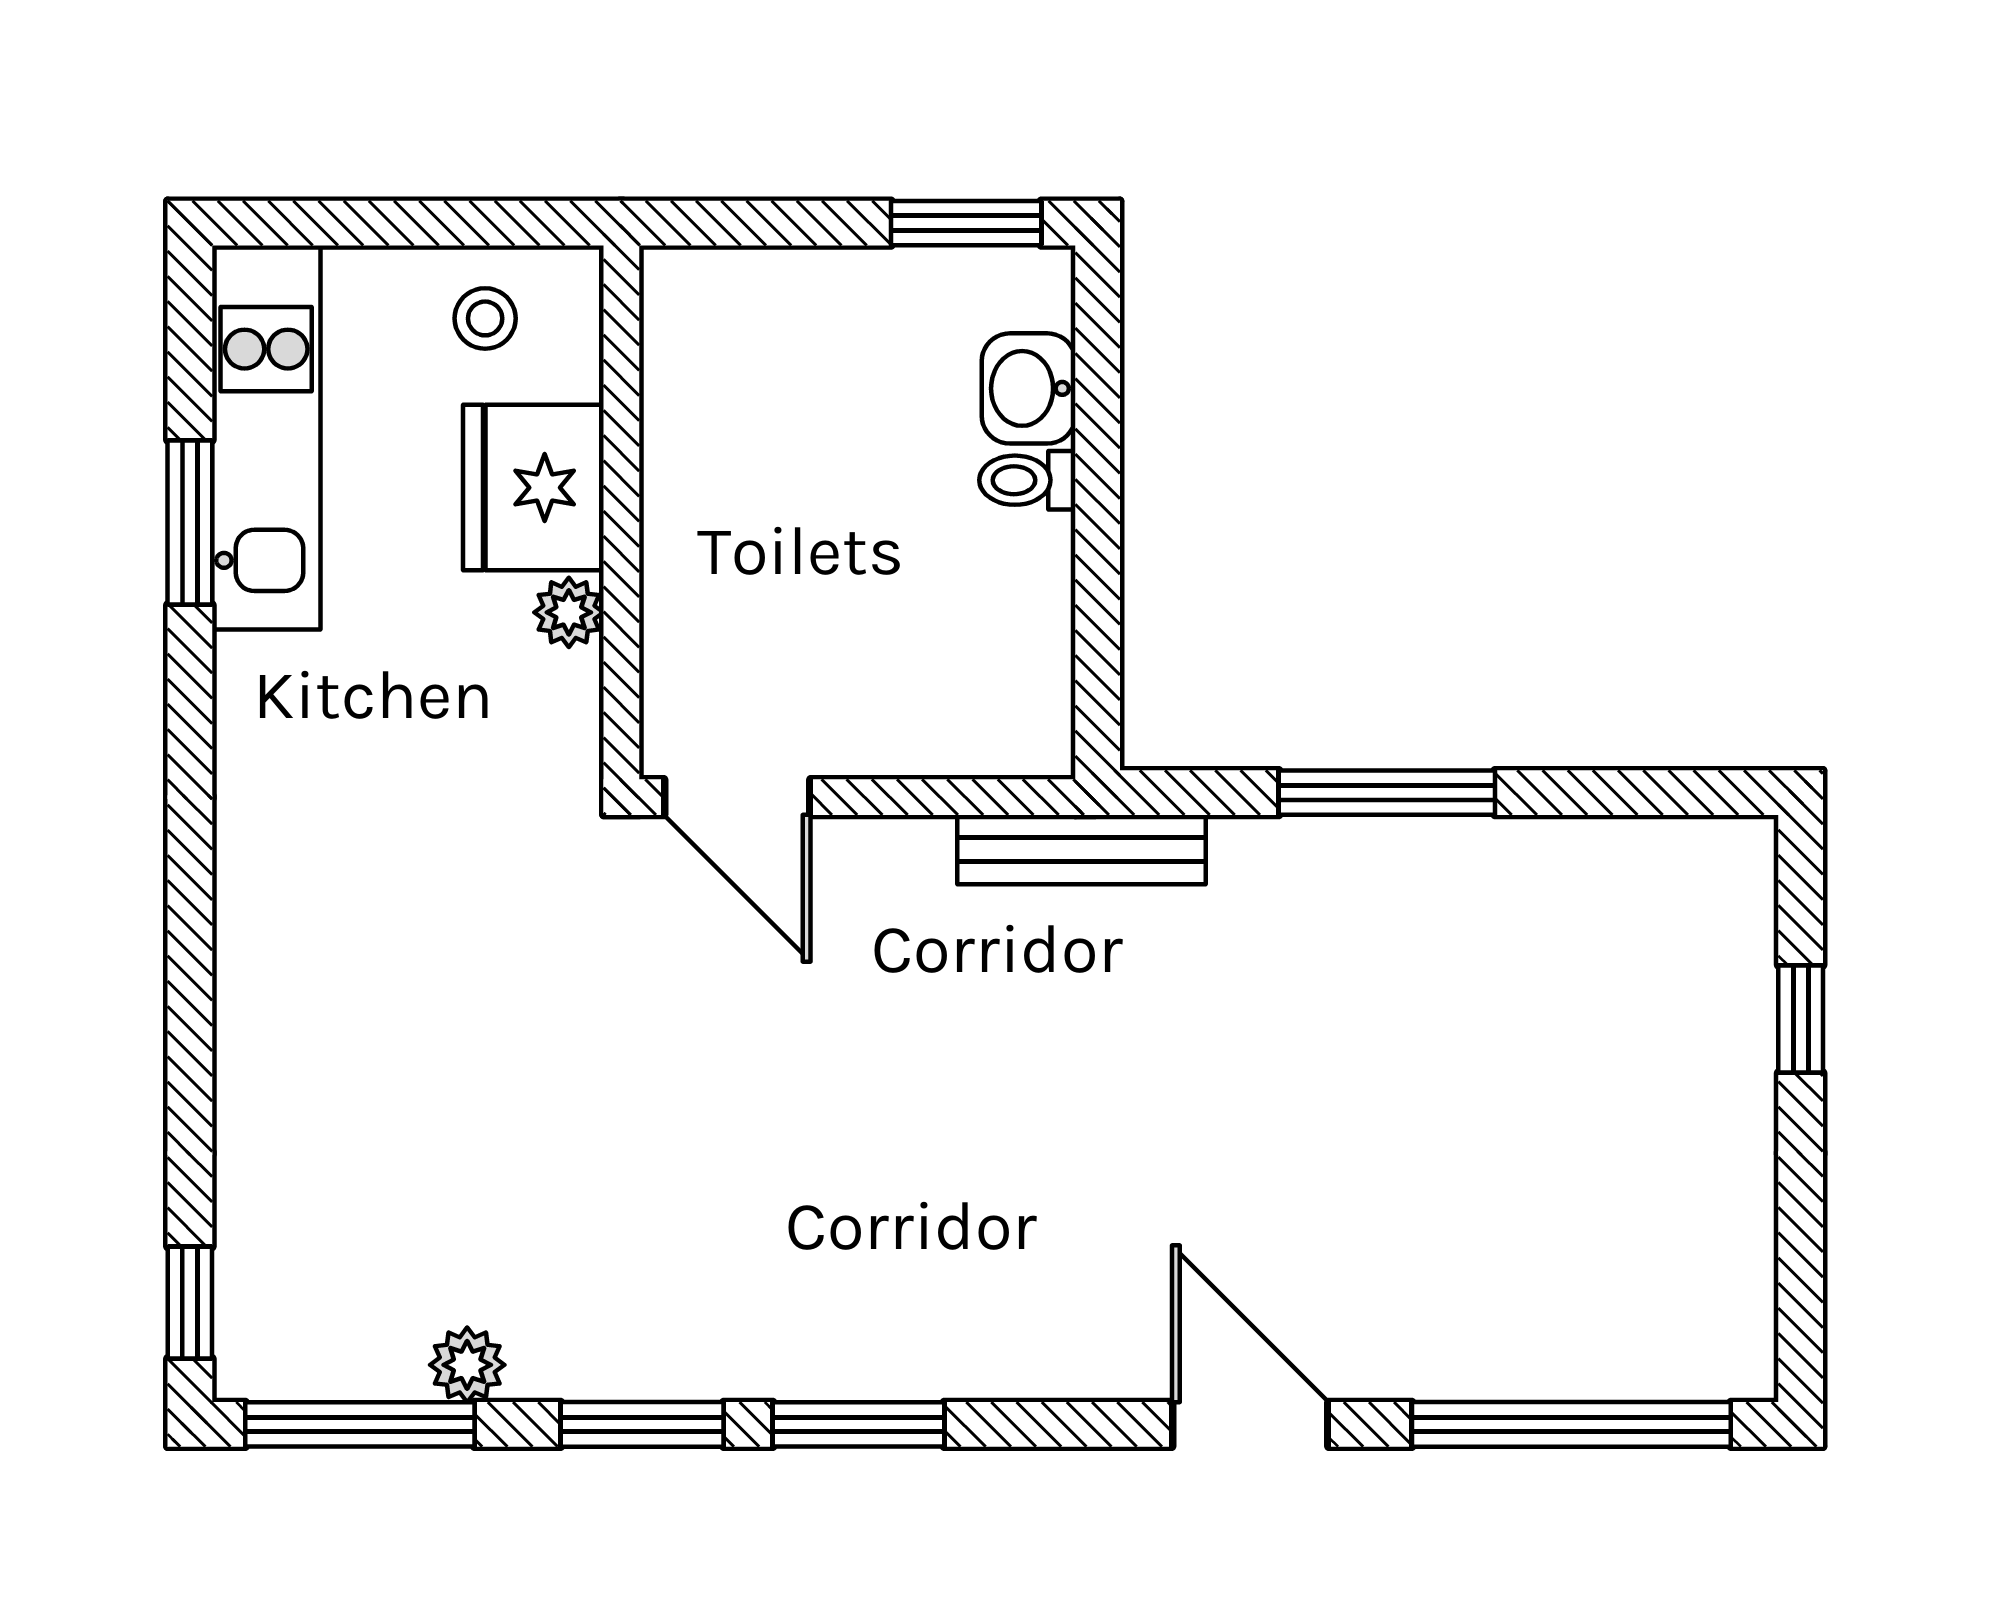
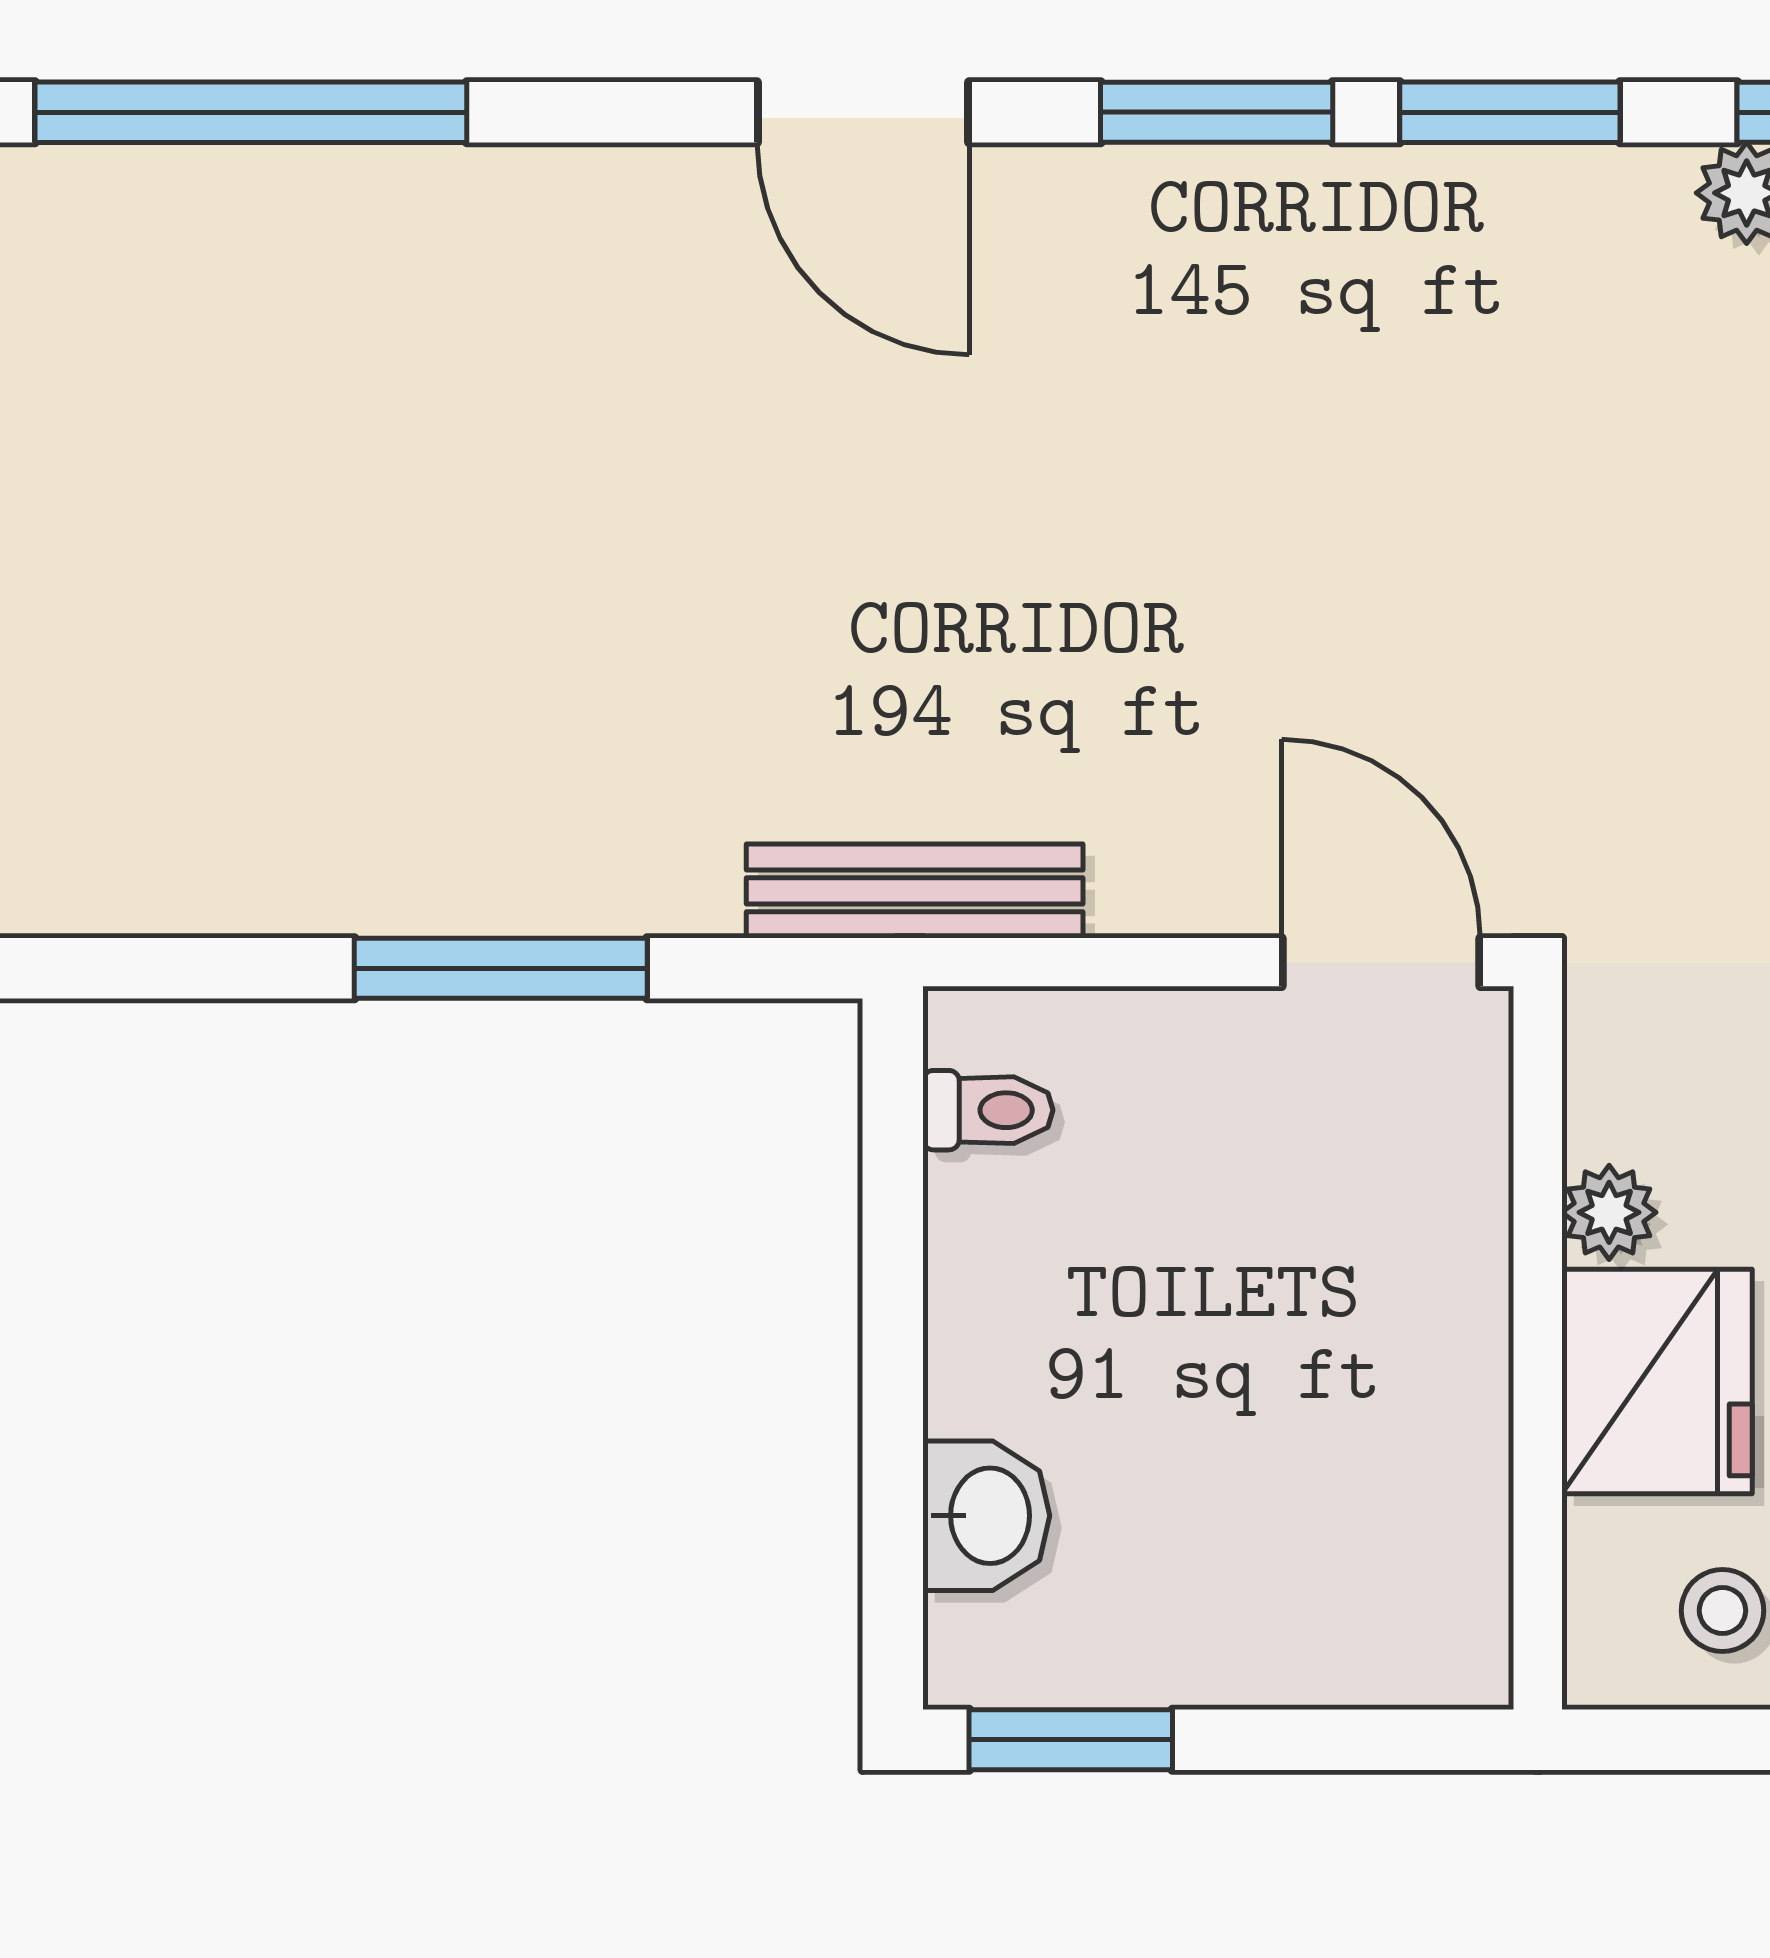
toilet: (1027, 480) -> (988, 1110), moved
door: (1250, 1424) -> (863, 112), moved

